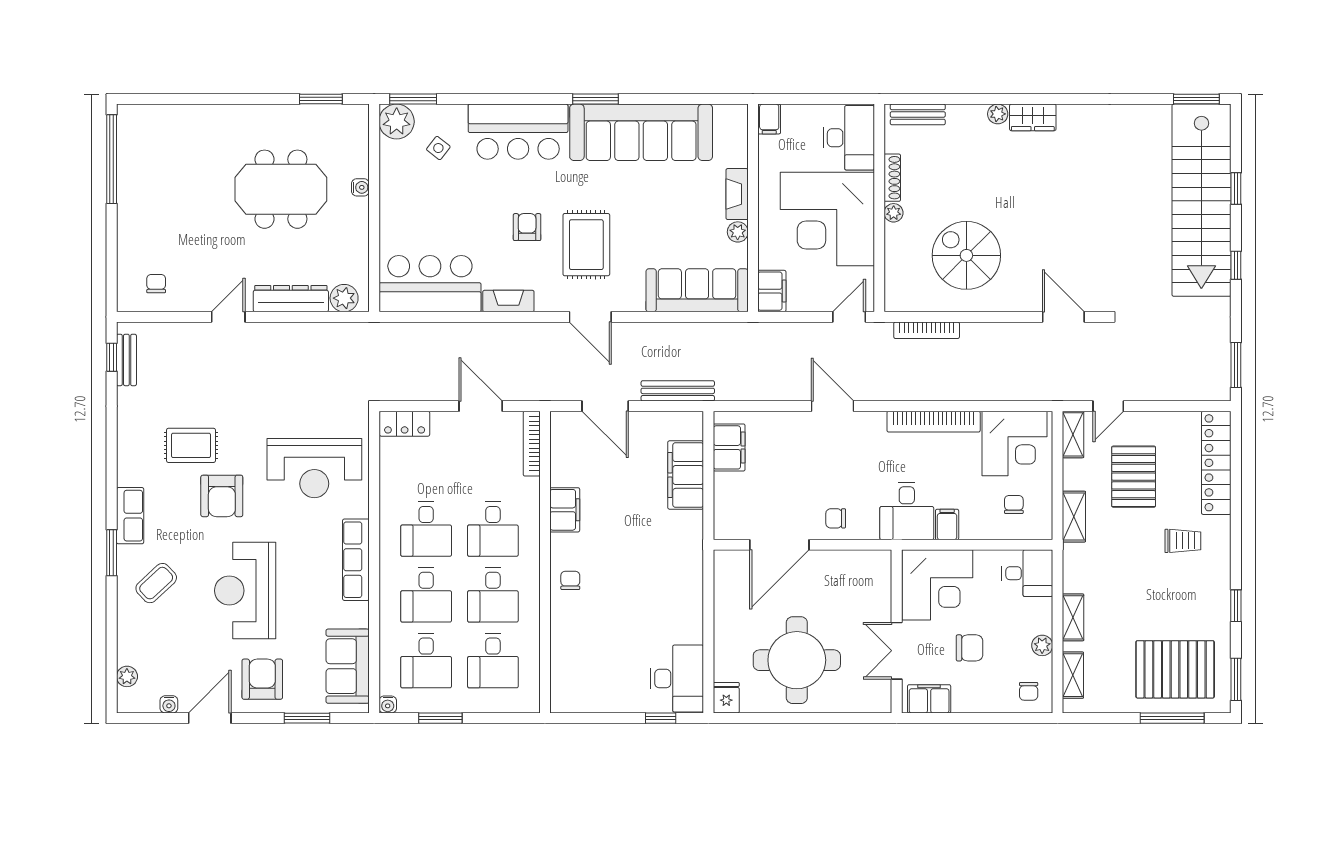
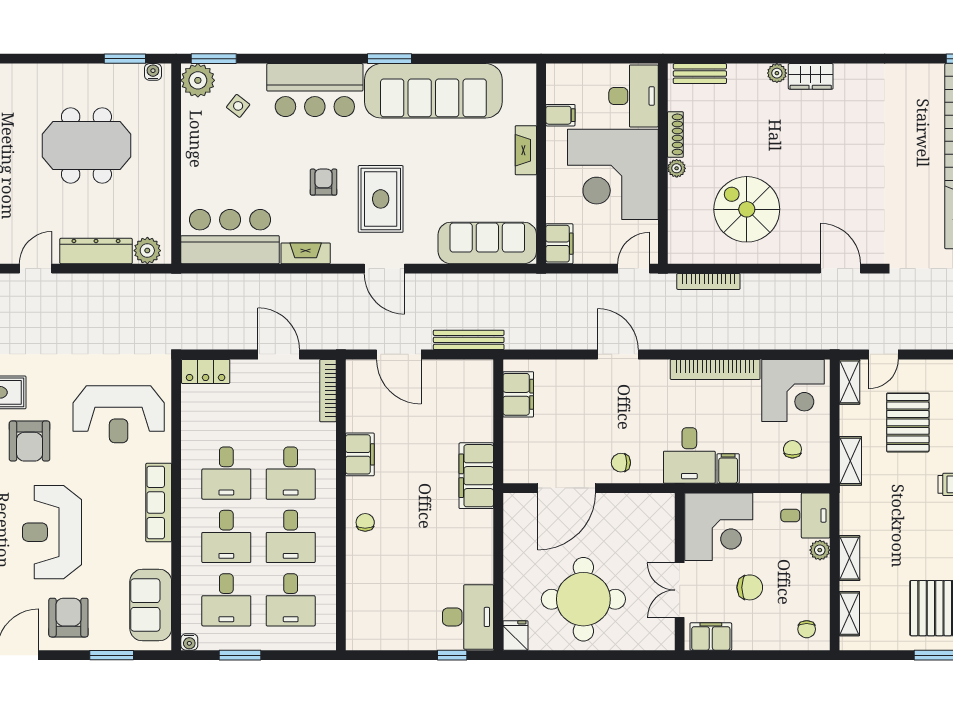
filing cabinet: (769, 119) -> (560, 115), moved, turned -90
water cooler: (360, 187) -> (153, 72), moved, turned -90
plant: (738, 232) -> (526, 187), removed
filing cabinet: (686, 475) -> (476, 476), moved
plant: (1042, 645) -> (820, 550), moved

